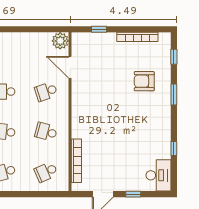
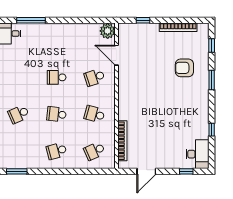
window: (133, 194) -> (186, 171), moved

